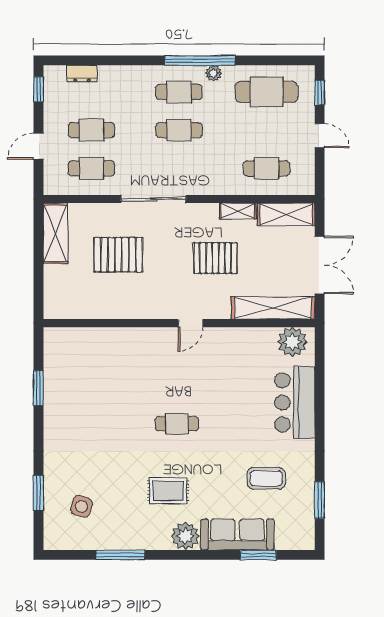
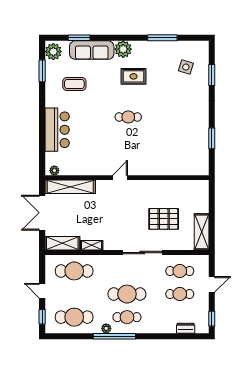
cafe table: (179, 130) -> (127, 294), width x1.37, depth x1.35
cafe table: (267, 168) -> (74, 271), width x1.37, depth x1.35
pallet: (215, 258) -> (105, 217), removed
plant: (292, 342) -> (54, 170), width x0.53, depth x0.53
plant: (301, 532) -> (53, 52), added

